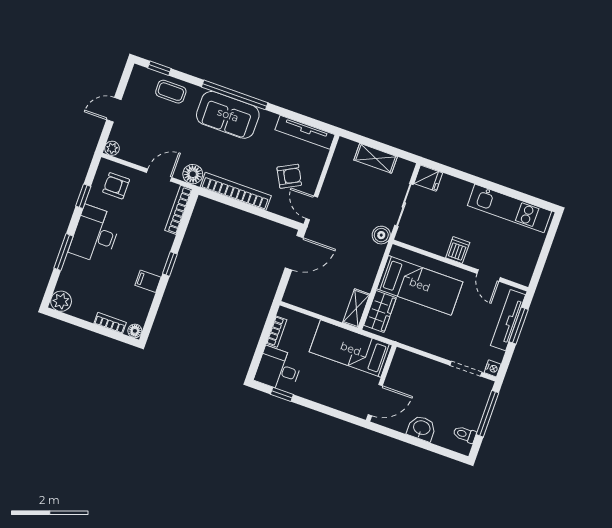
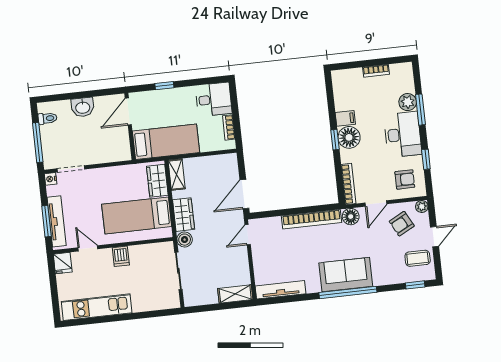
coffee table: (171, 92) -> (418, 258), moved
shelving: (376, 158) -> (235, 294), moved
armchair: (289, 176) -> (402, 224), moved
fridge: (428, 178) -> (63, 263), moved, turned -90
door: (312, 208) -> (248, 235), swing flipped
wardrobe: (370, 262) -> (184, 215), added
plant: (61, 301) -> (408, 102), moved
bookcase: (110, 323) -> (376, 71), moved
floor lamp: (135, 331) -> (349, 137), moved, width x1.89, depth x1.89
window: (282, 394) -> (164, 86), moved

